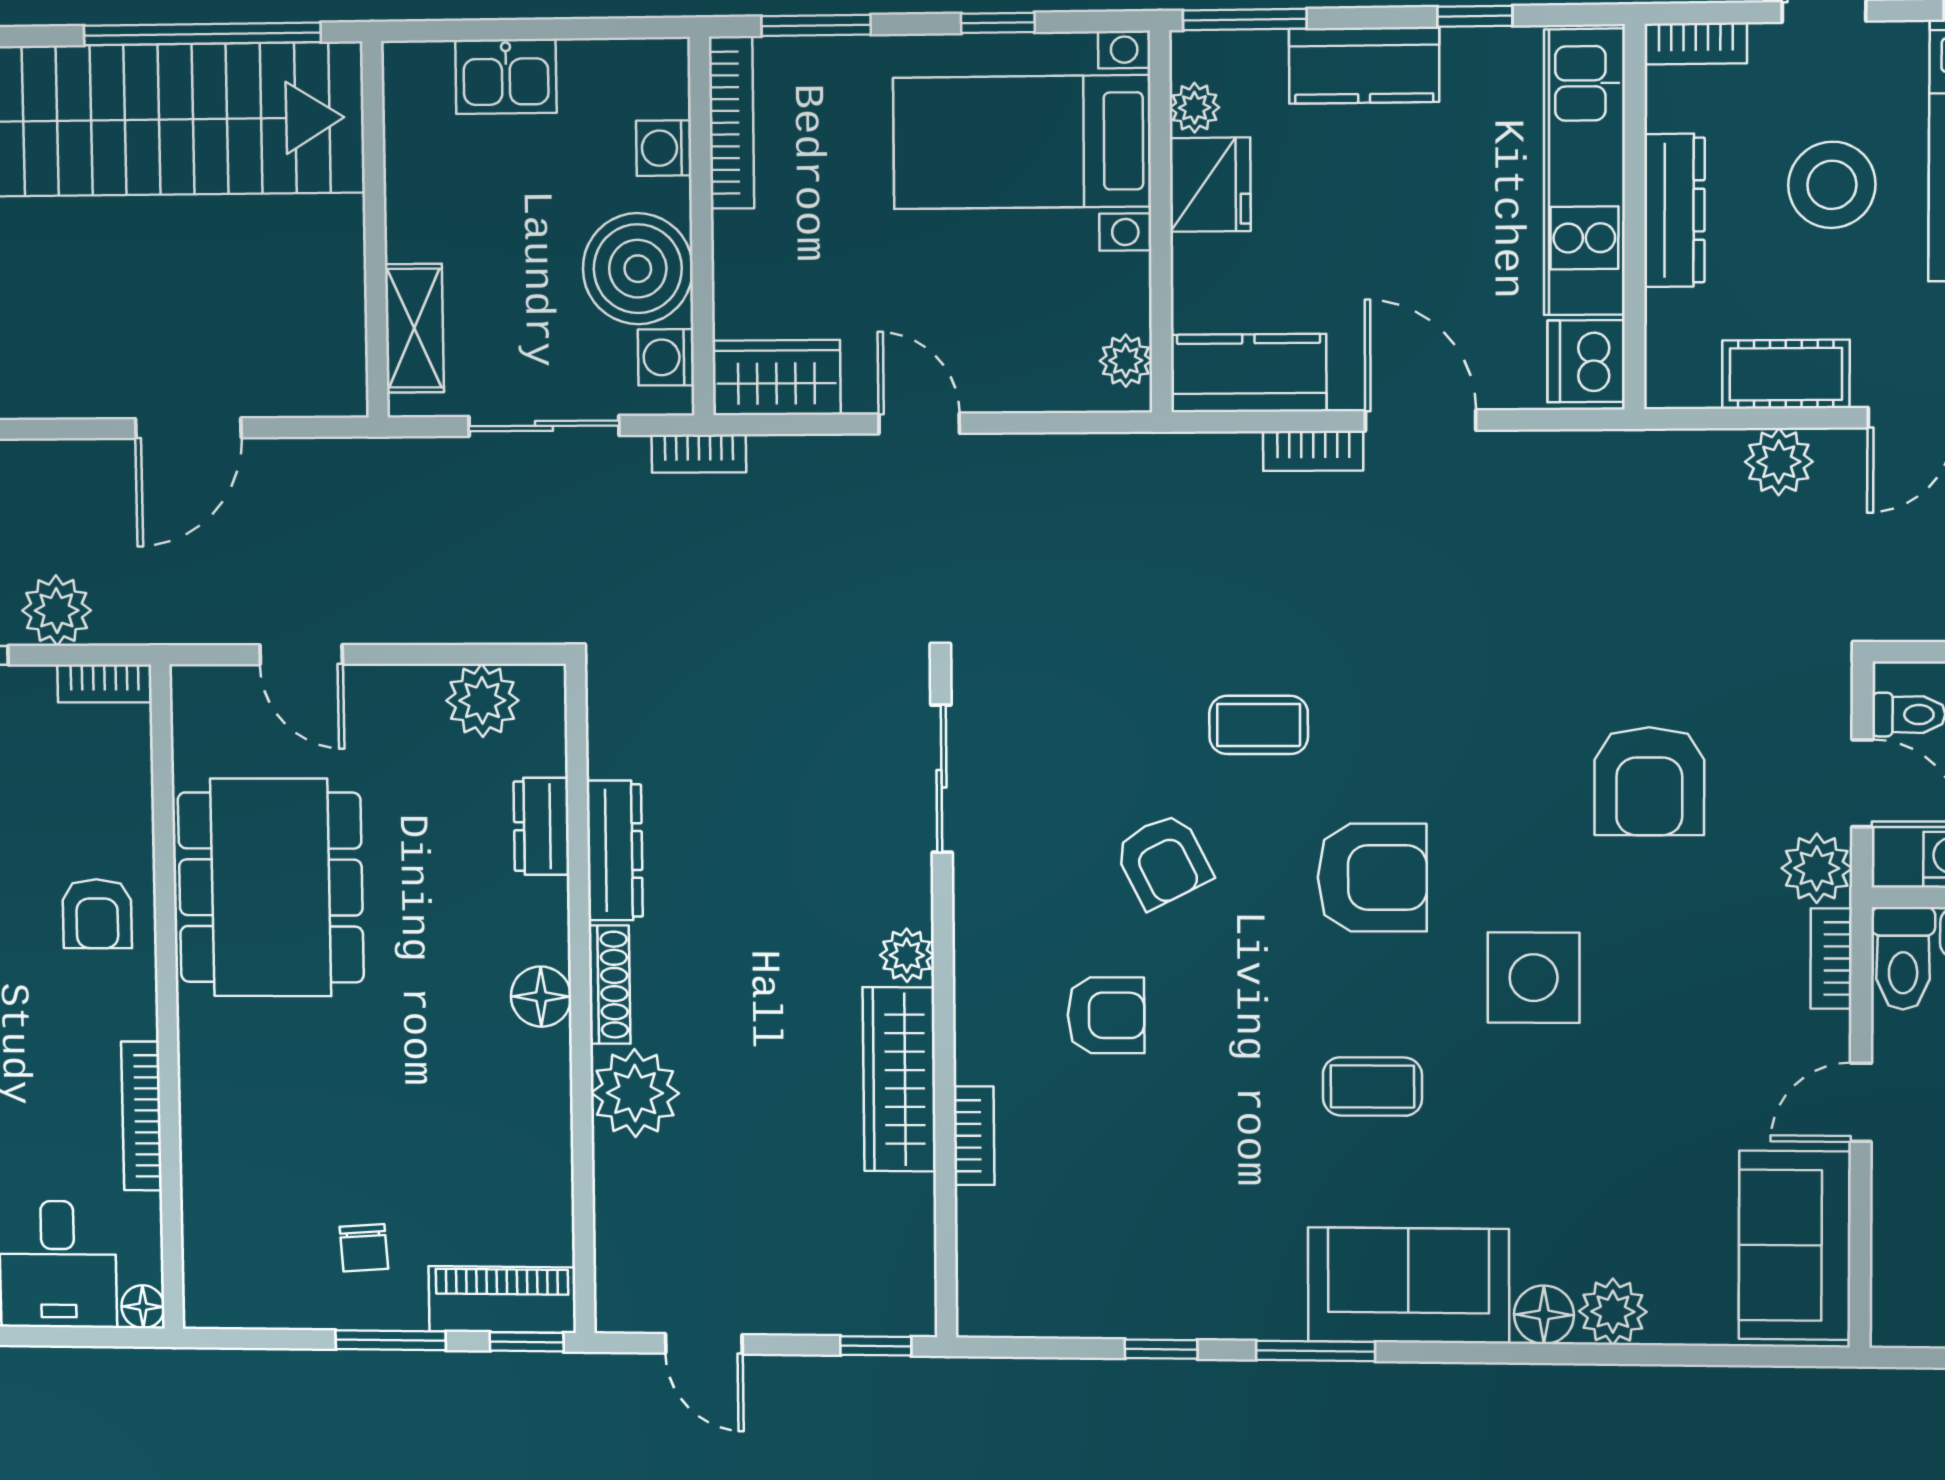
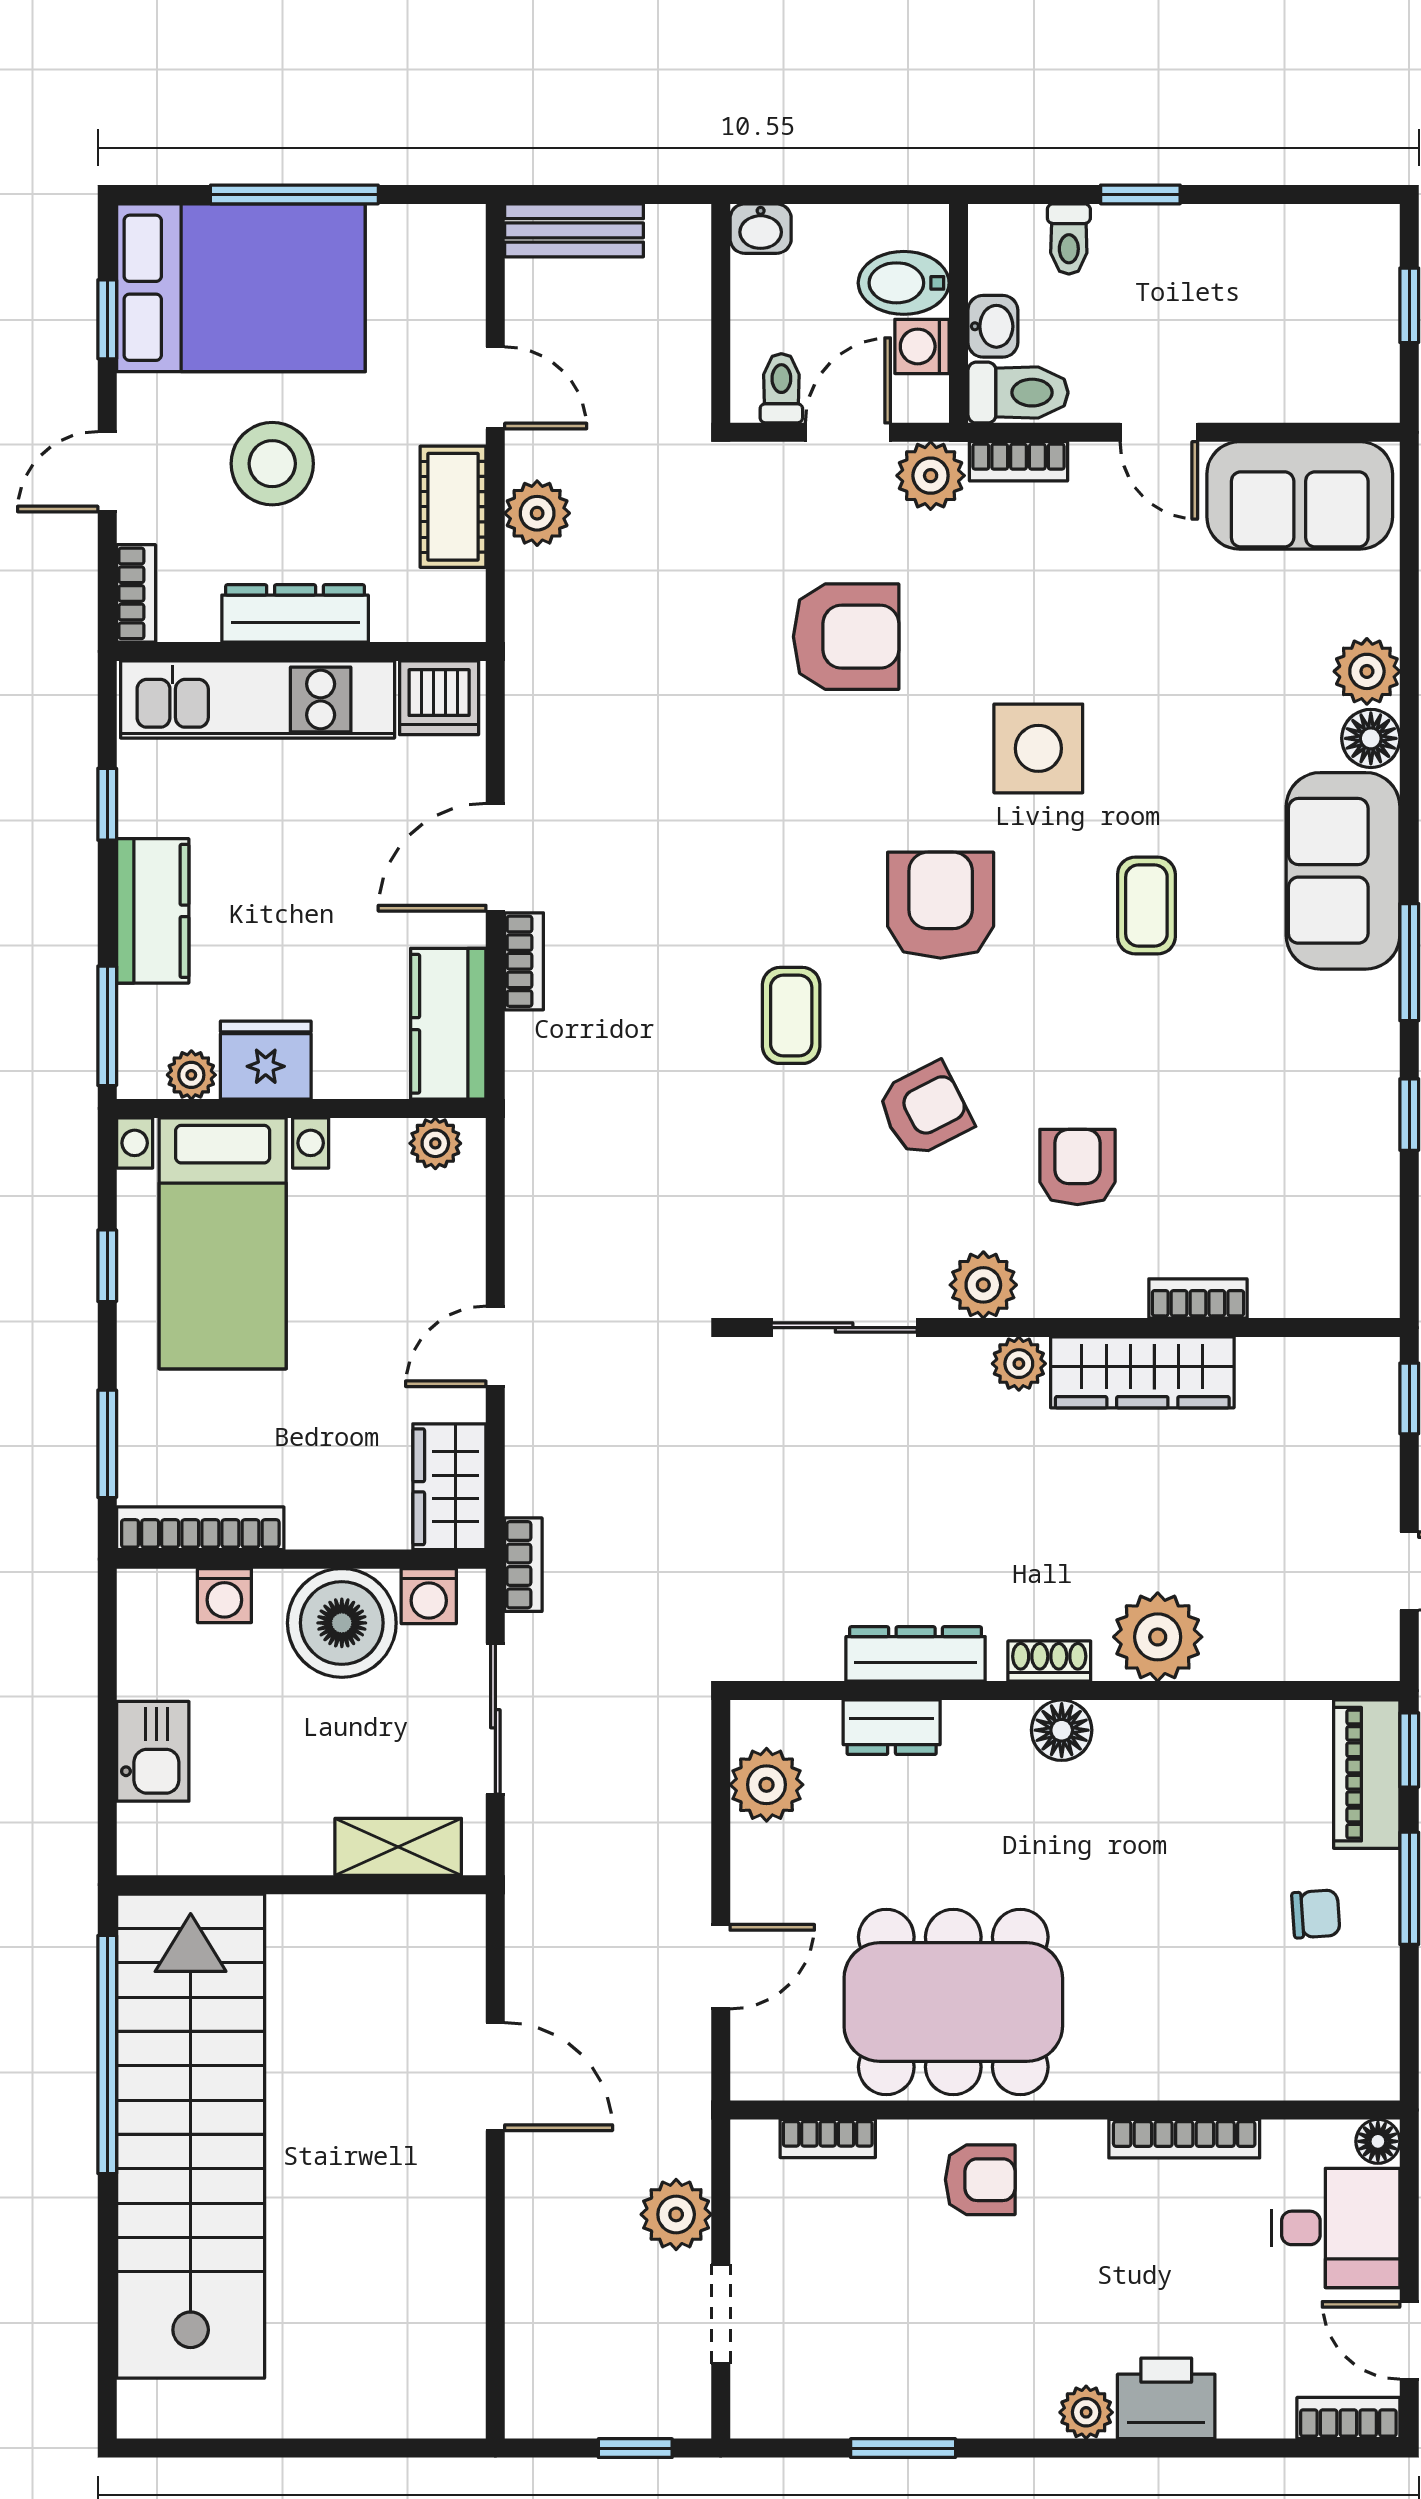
bookcase: (105, 683) -> (828, 2138), moved, turned 90
plant: (986, 920) -> (983, 1285), added
shoe rack: (609, 985) -> (1049, 1661), width x0.70

